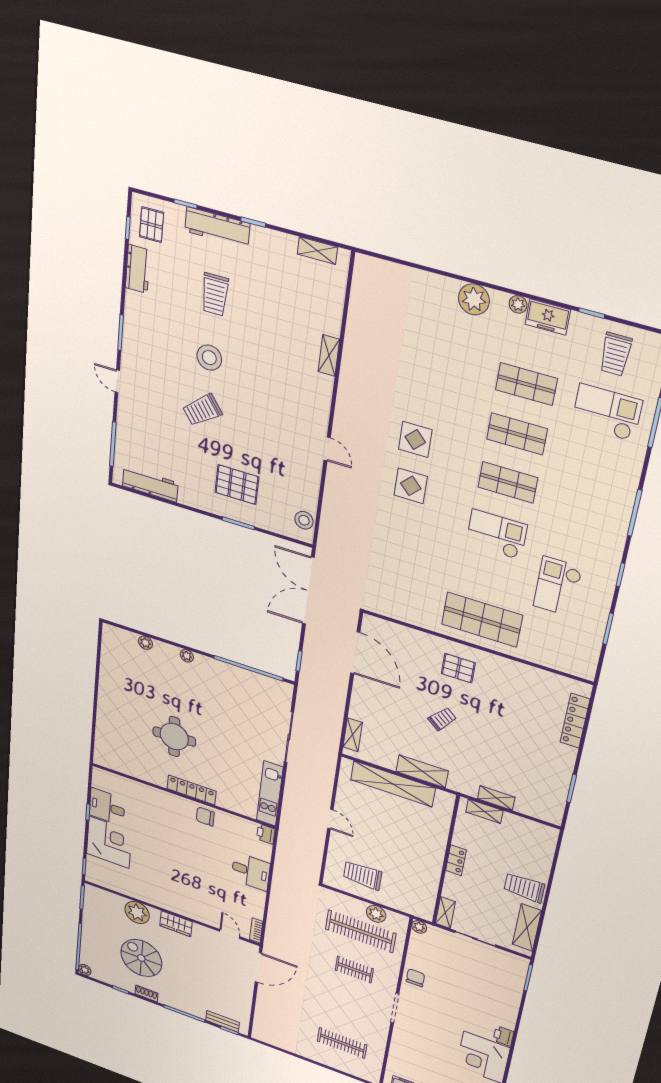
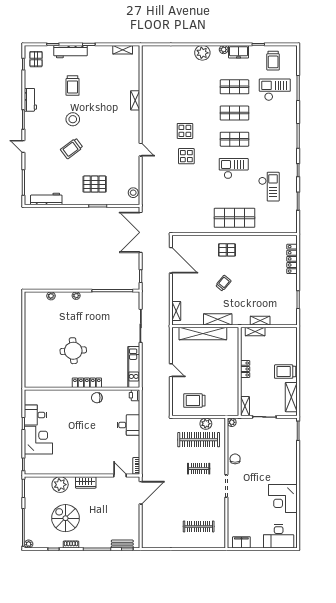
workbench: (138, 269) -> (30, 100), moved
checkout: (558, 587) -> (269, 187), turned 180
printer: (504, 1036) -> (292, 478), removed

